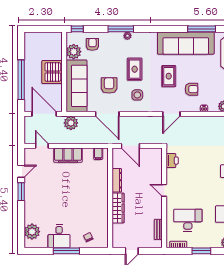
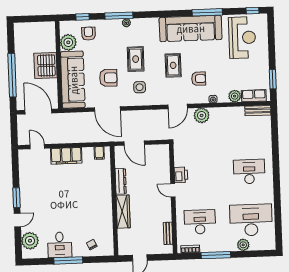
window: (77, 29) -> (83, 17), moved
armchair: (109, 85) -> (108, 78), turned 91
plant: (71, 123) -> (202, 115), moved
printer: (172, 161) -> (181, 175), moved
door: (21, 171) -> (17, 220), moved
window: (201, 251) -> (216, 255), width x1.44

